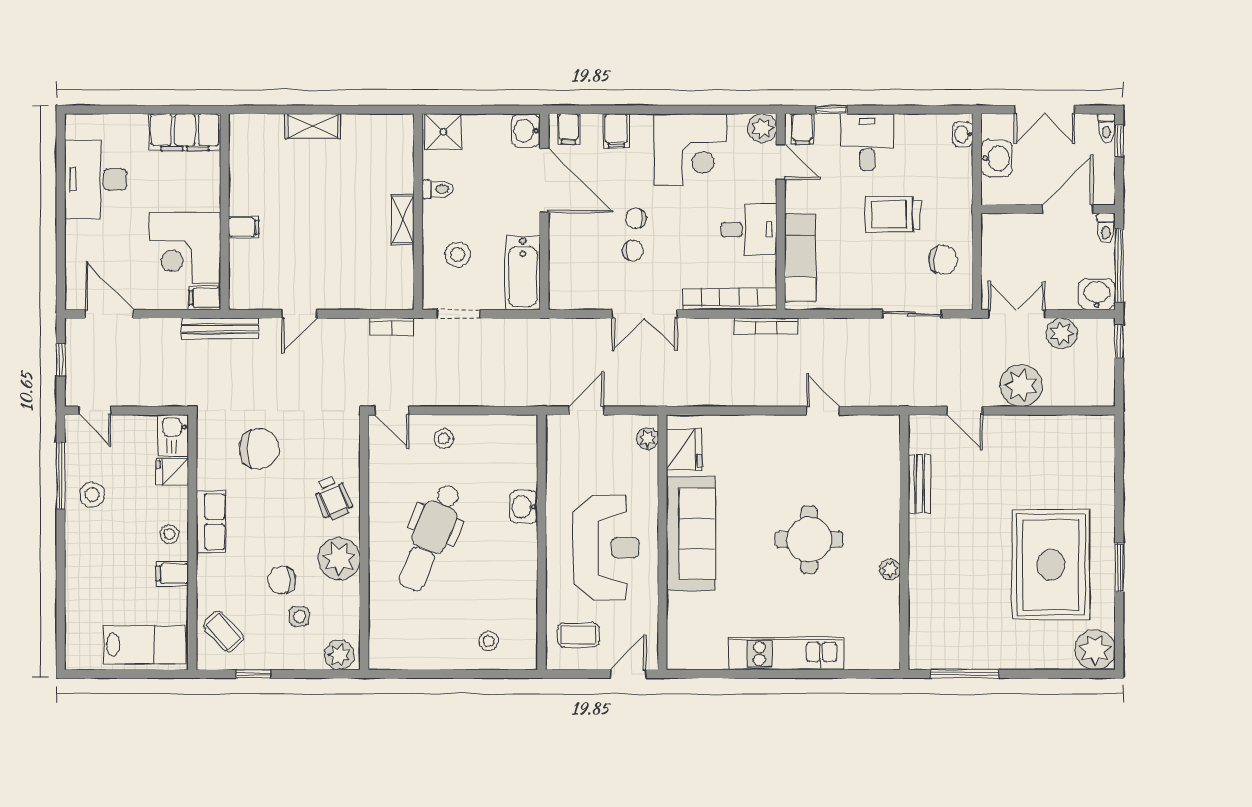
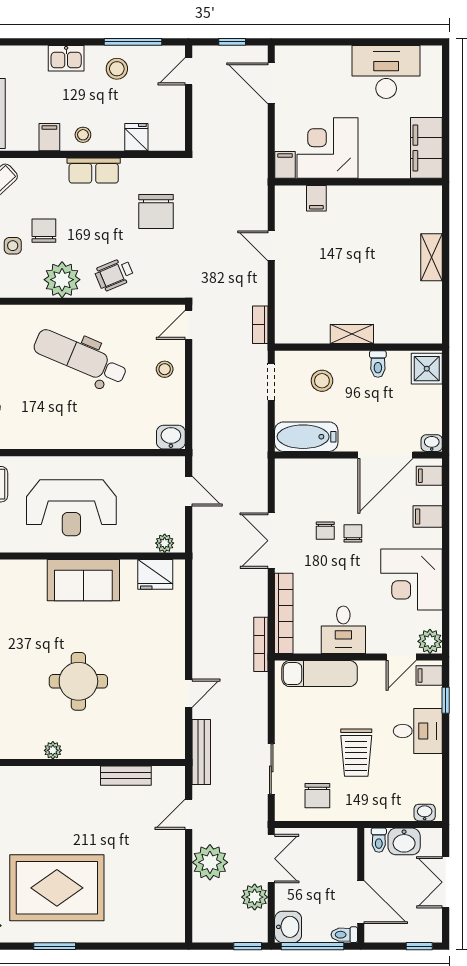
toilet: (1106, 128) -> (379, 840), moved, turned -90
washbasin: (526, 131) -> (432, 443), width x0.72, depth x0.69
trolley: (893, 214) -> (356, 753), turned 180
filing cabinet: (244, 227) -> (316, 198), moved
door: (109, 314) -> (271, 83), swing flipped
bench: (220, 329) -> (201, 752), moved
kitchen sink: (173, 435) -> (66, 58), moved, turned 180
washbasin: (523, 507) -> (171, 437), moved
sofa: (691, 534) -> (83, 580), width x0.73

